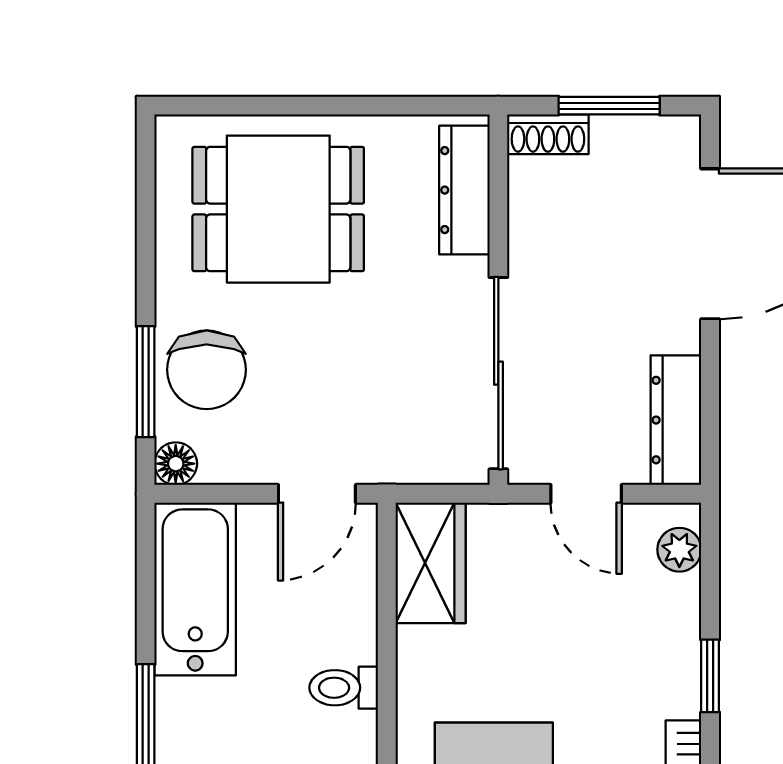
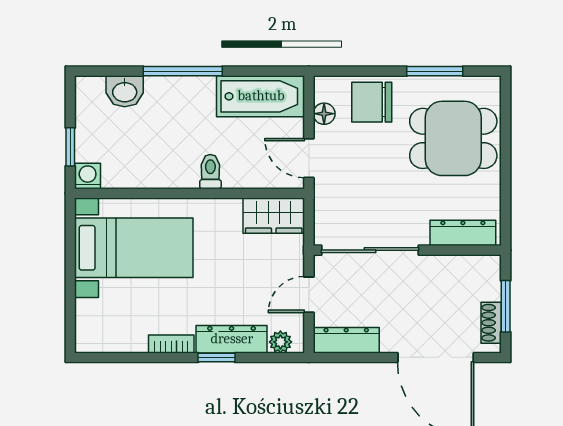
shoe rack: (548, 134) -> (491, 323), moved
dining table: (278, 209) -> (453, 138), turned 90
window: (146, 382) -> (435, 71), moved
floor lamp: (176, 464) -> (324, 114), moved
dresser: (674, 646) -> (232, 339), added

